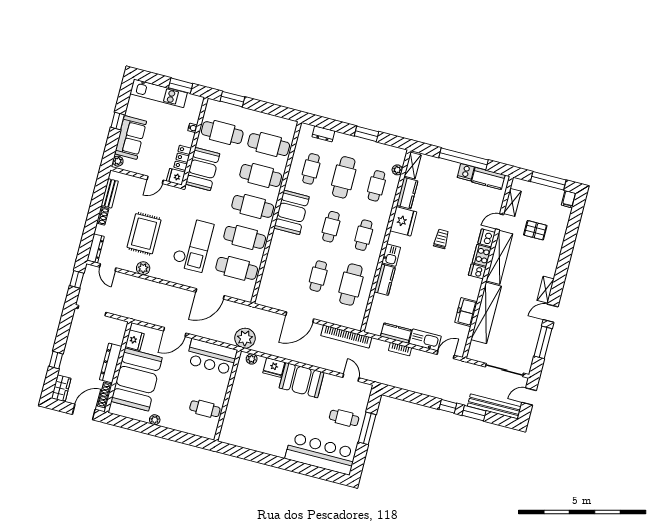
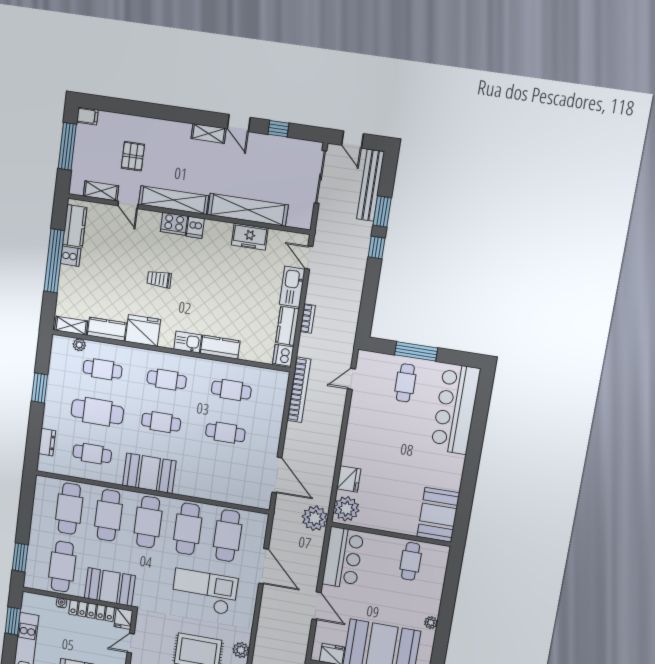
locker: (183, 158) -> (92, 611), width x1.53
door: (155, 180) -> (131, 643), swing flipped
dishwasher: (487, 238) -> (283, 355), moved, turned 90
cafe table: (351, 285) -> (231, 390), width x0.73, depth x0.74
door: (300, 317) -> (277, 475), moved
window: (543, 342) -> (278, 129), width x0.46
plant: (252, 359) -> (346, 509), width x1.88, depth x1.88
booth: (302, 380) -> (438, 515), moved

